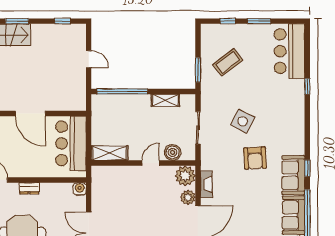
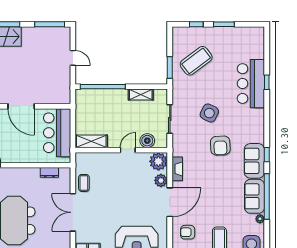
window: (63, 21) -> (50, 24), width x2.17
bar counter: (290, 51) -> (251, 84), moved
coffee table: (228, 62) -> (196, 61), width x1.36, depth x1.32
dresser: (29, 188) -> (49, 172), moved
water cooler: (80, 189) -> (65, 173), removed
coffee table: (101, 200) -> (84, 183), added

